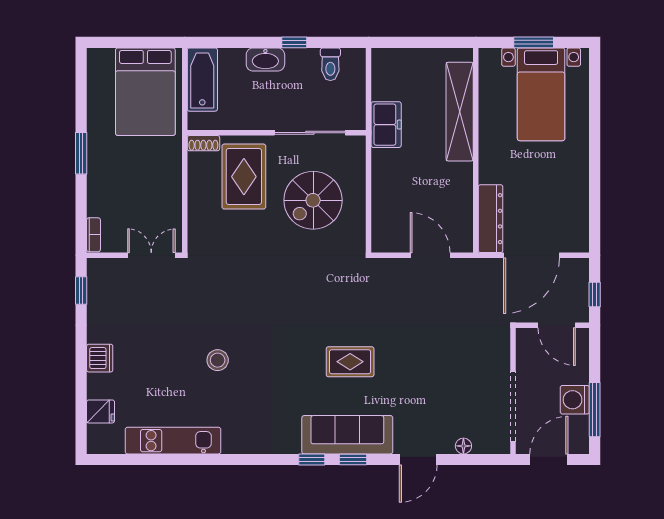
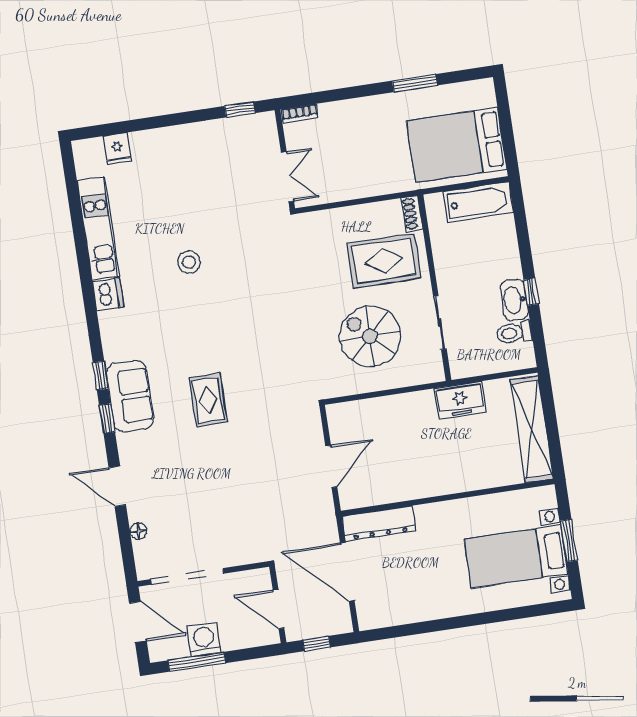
washbasin: (265, 59) -> (514, 300), moved
shelving: (460, 112) -> (532, 429), moved, turned 90
sliding door: (310, 133) -> (440, 322), width x0.73
window: (81, 153) -> (415, 83), moved
door: (557, 325) -> (278, 609), hinge flipped
dishwasher: (100, 358) -> (108, 294), moved, turned -90
sofa: (347, 435) -> (130, 396), width x0.73

